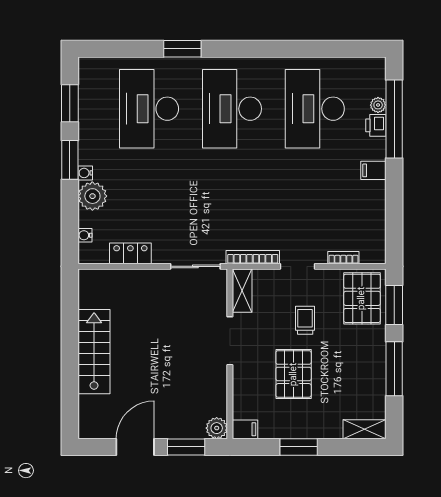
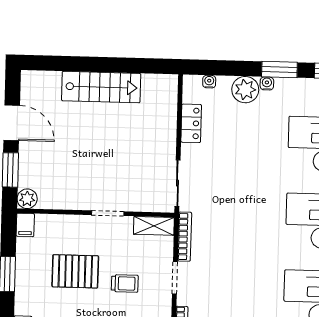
doorway: (230, 341) -> (108, 213), width x0.73

